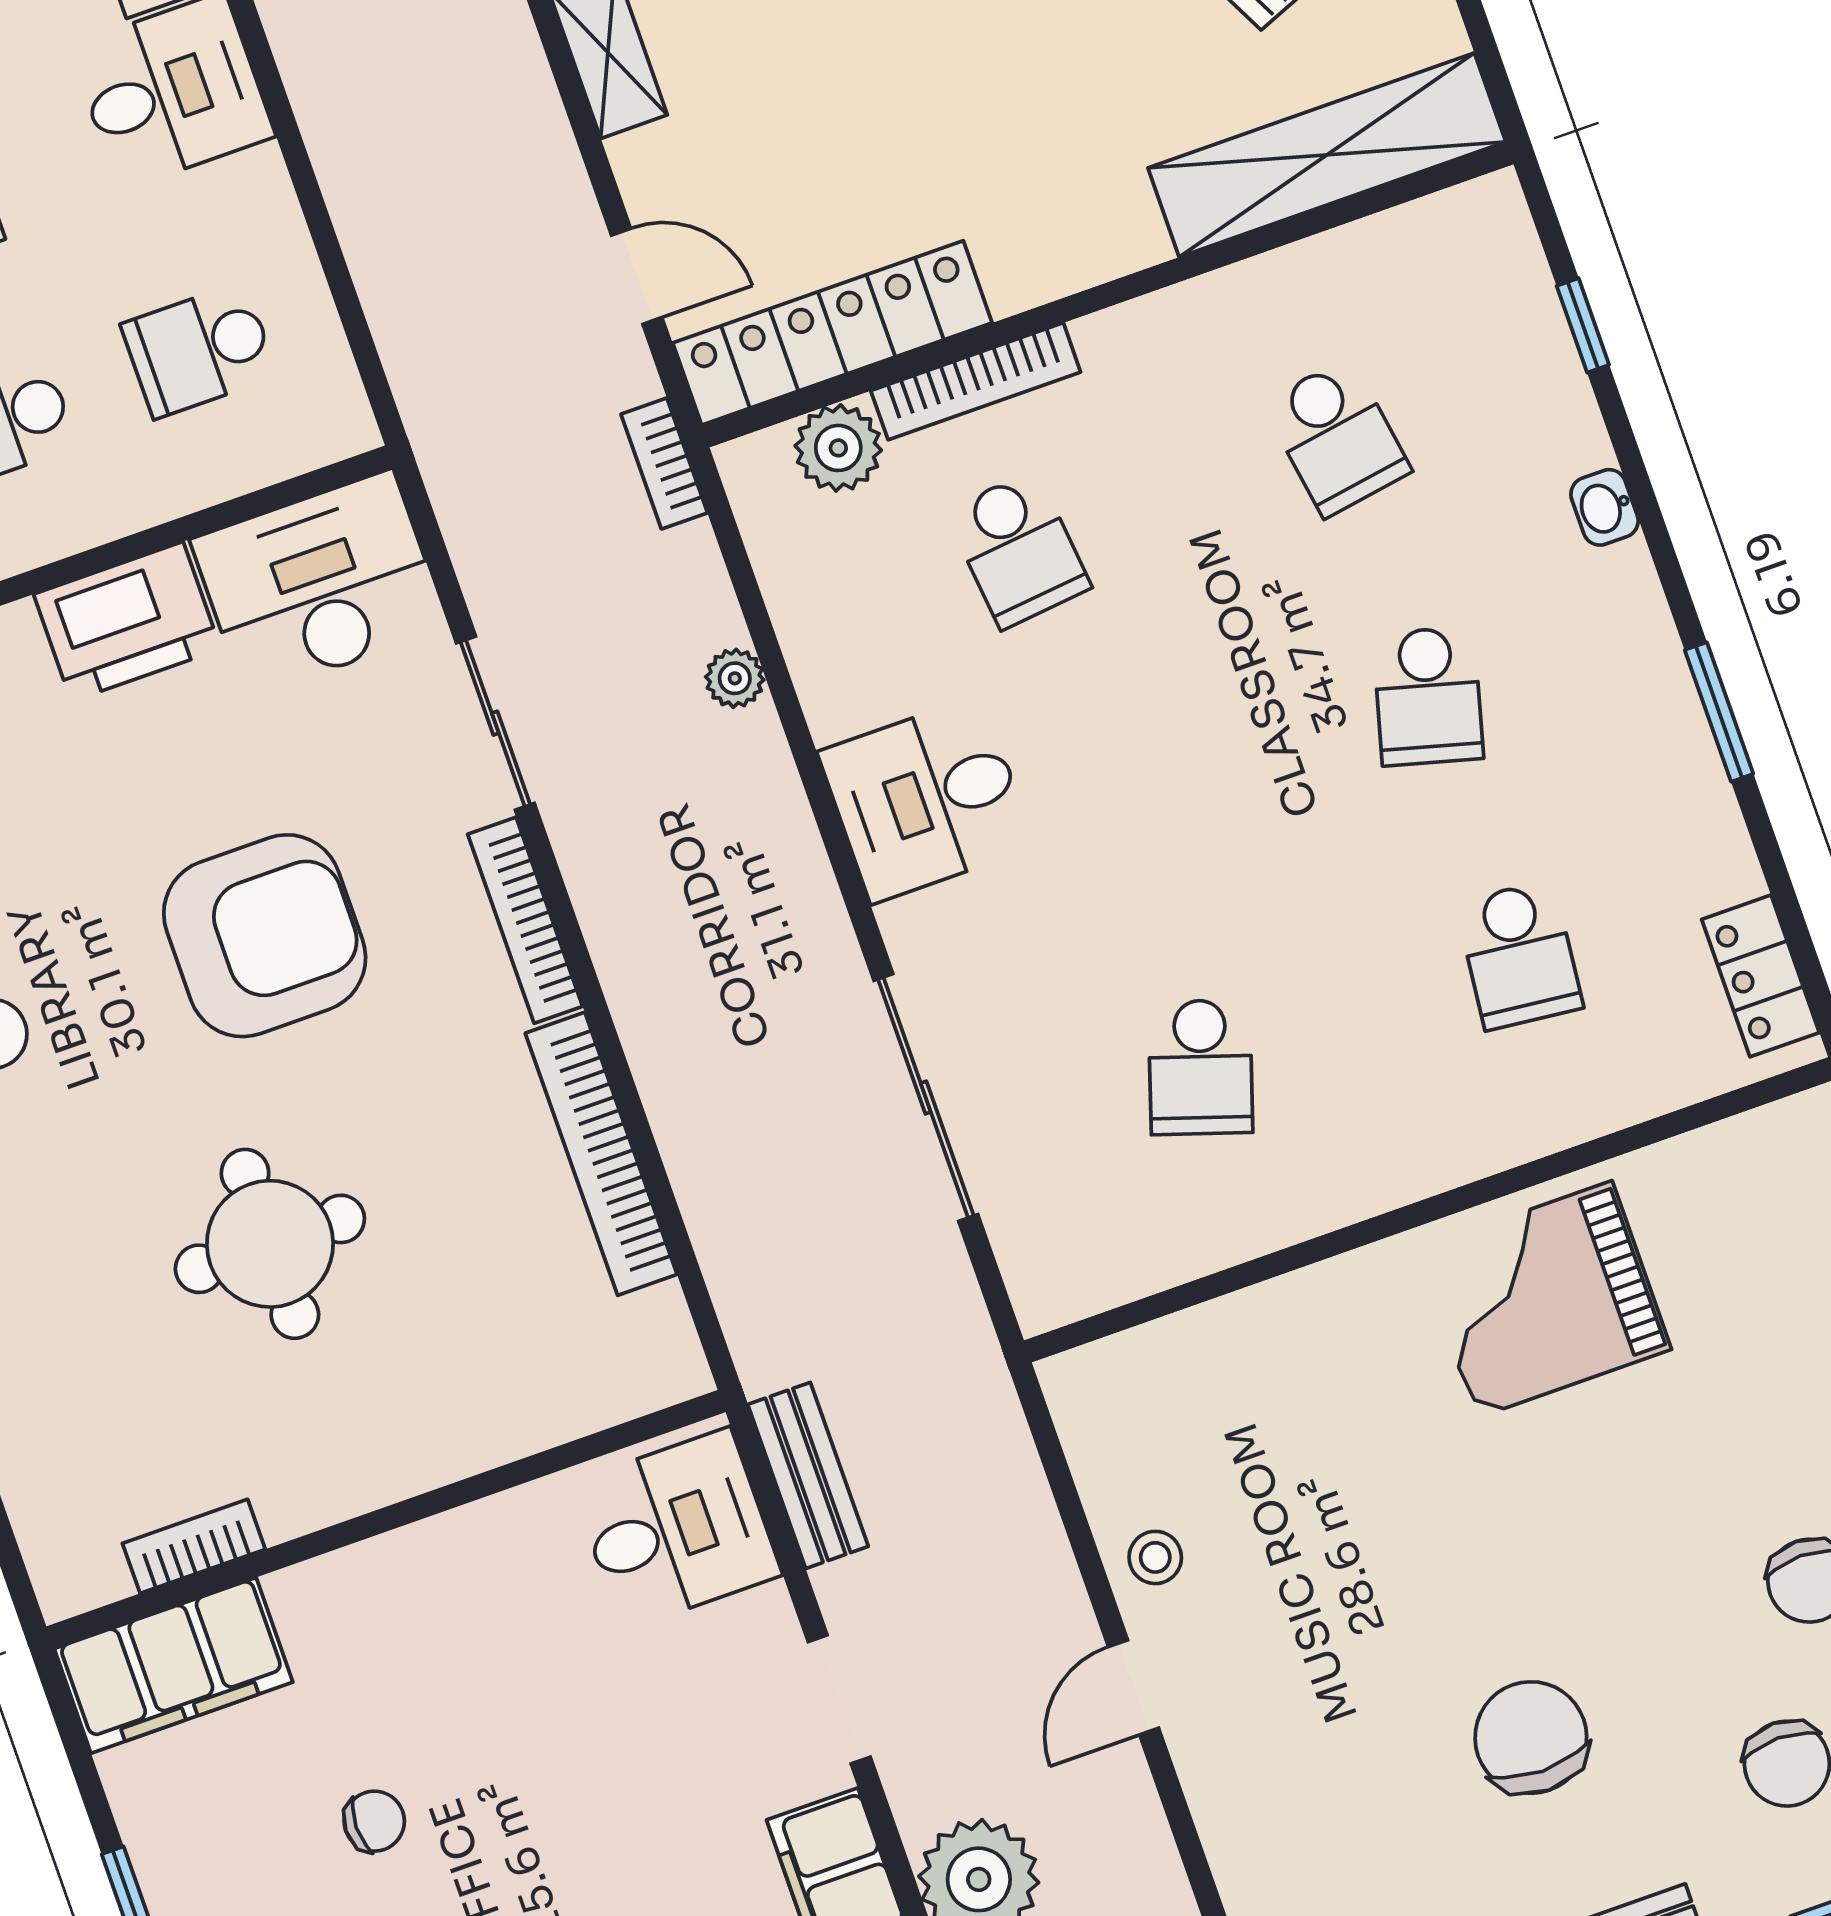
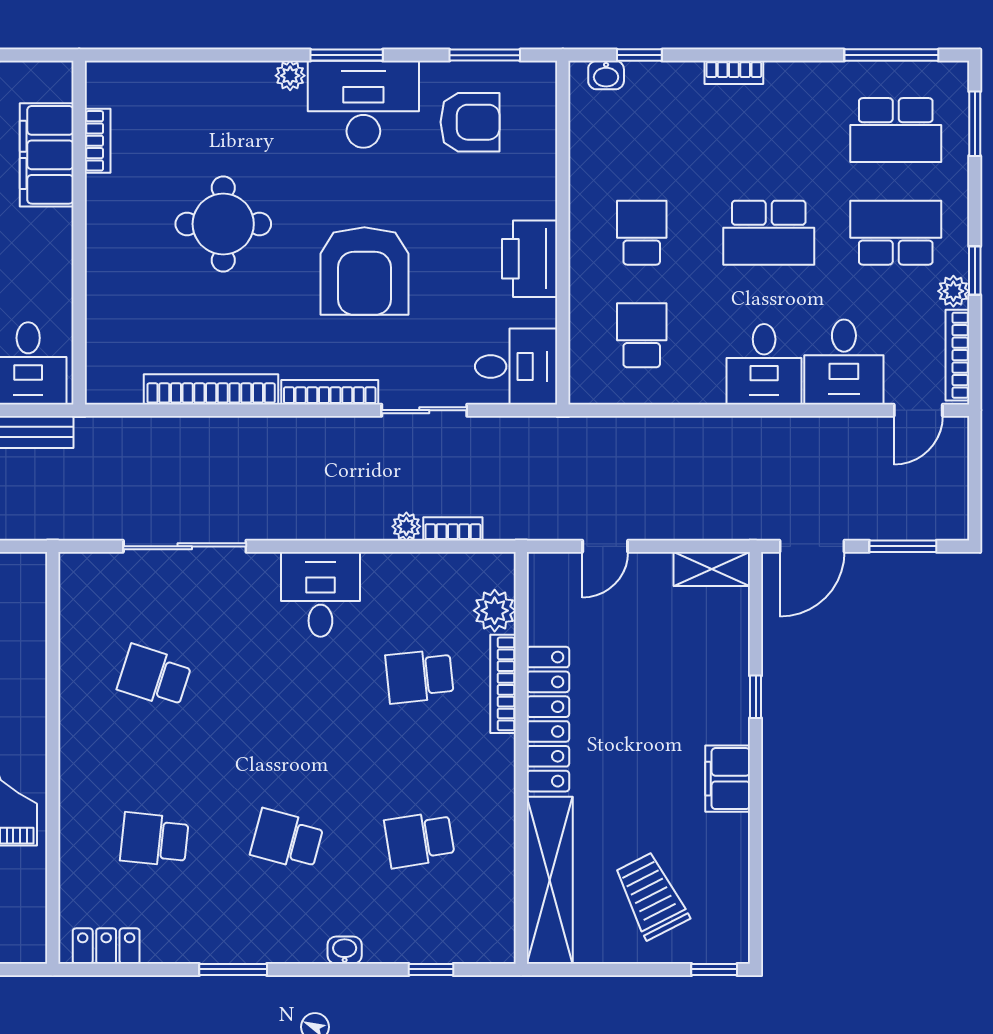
locker: (832, 333) -> (548, 719), moved
bookcase: (664, 463) -> (453, 529), moved
desk: (319, 584) -> (516, 367), width x0.73
filing cabinet: (173, 1665) -> (47, 155), moved

